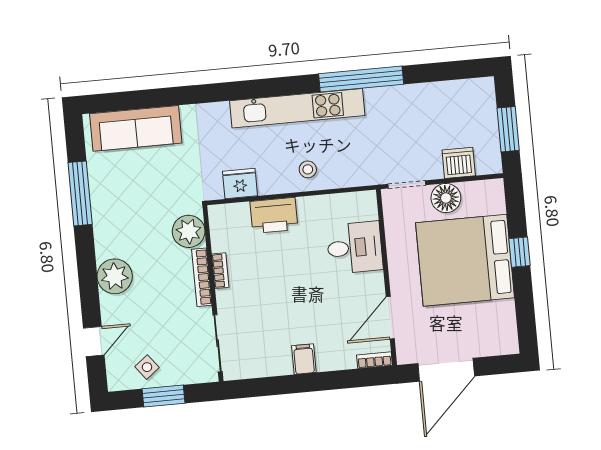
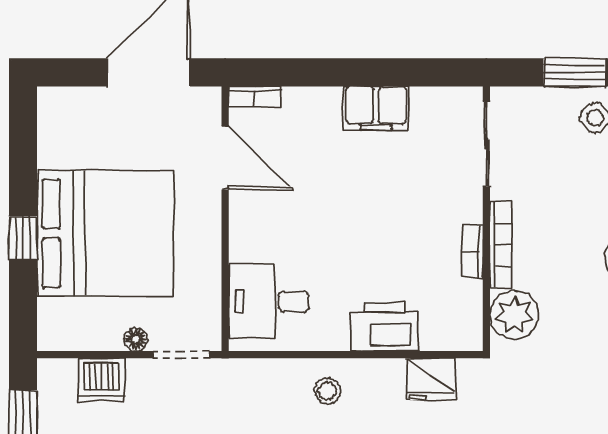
floor lamp: (446, 198) -> (136, 339), width x0.53, depth x0.53
desk: (355, 248) -> (269, 301), moved
door: (390, 318) -> (225, 158), hinge flipped
filing cabinet: (304, 359) -> (376, 108), width x2.00

